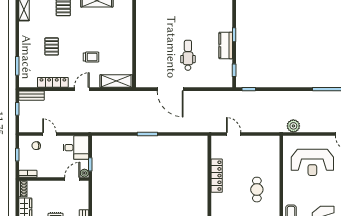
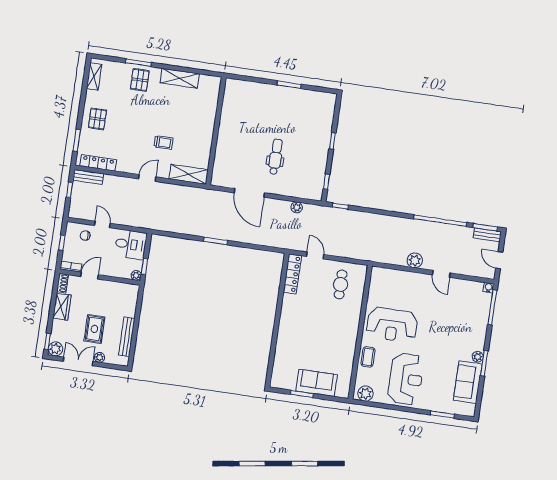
kitchen counter: (226, 45) -> (321, 152), removed
pallet: (52, 46) -> (97, 119), moved
locker: (53, 82) -> (98, 163), moved
plant: (212, 96) -> (297, 207), added
plant: (293, 126) -> (415, 260), moved
reception desk: (312, 162) -> (392, 325), moved
locker: (217, 176) -> (292, 274), moved
door: (72, 179) -> (90, 276), moved
cafe table: (257, 190) -> (341, 284), moved

